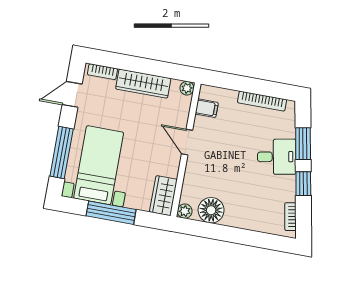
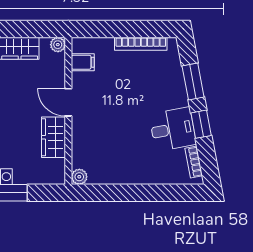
desk: (277, 157) -> (173, 129), moved
wardrobe: (163, 196) -> (53, 137), moved
floor lamp: (211, 210) -> (107, 171), removed

